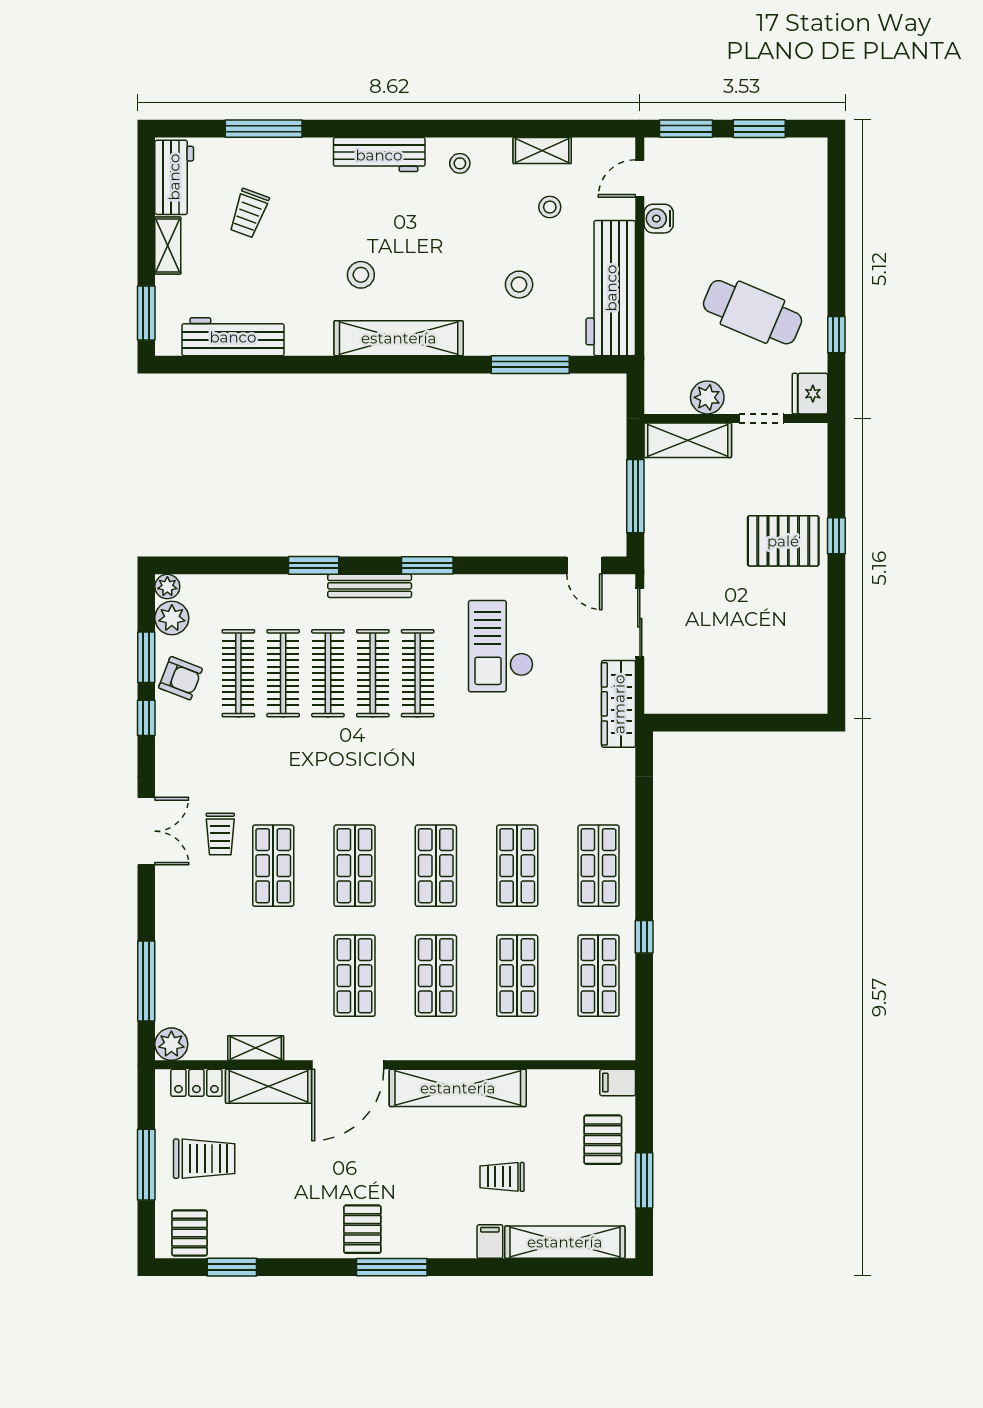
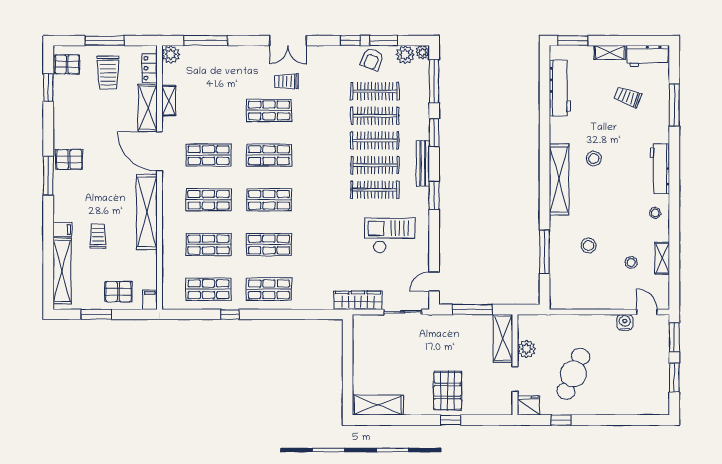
workbench: (611, 288) -> (587, 296), removed
window: (220, 565) -> (434, 81), added
shelving: (809, 668) -> (378, 405), added

